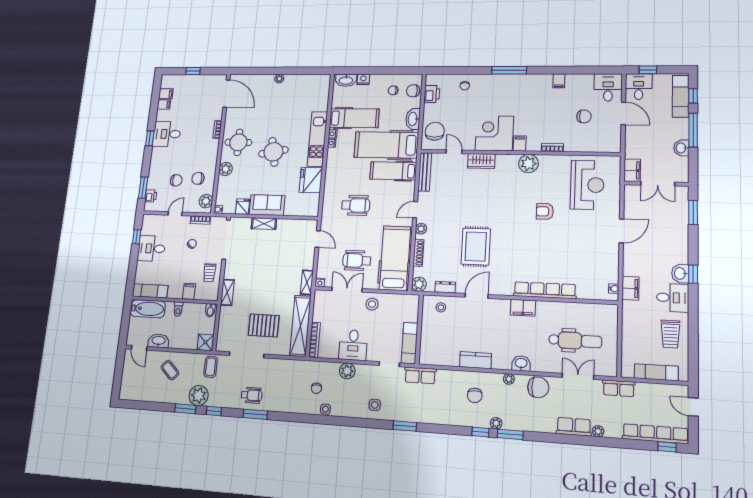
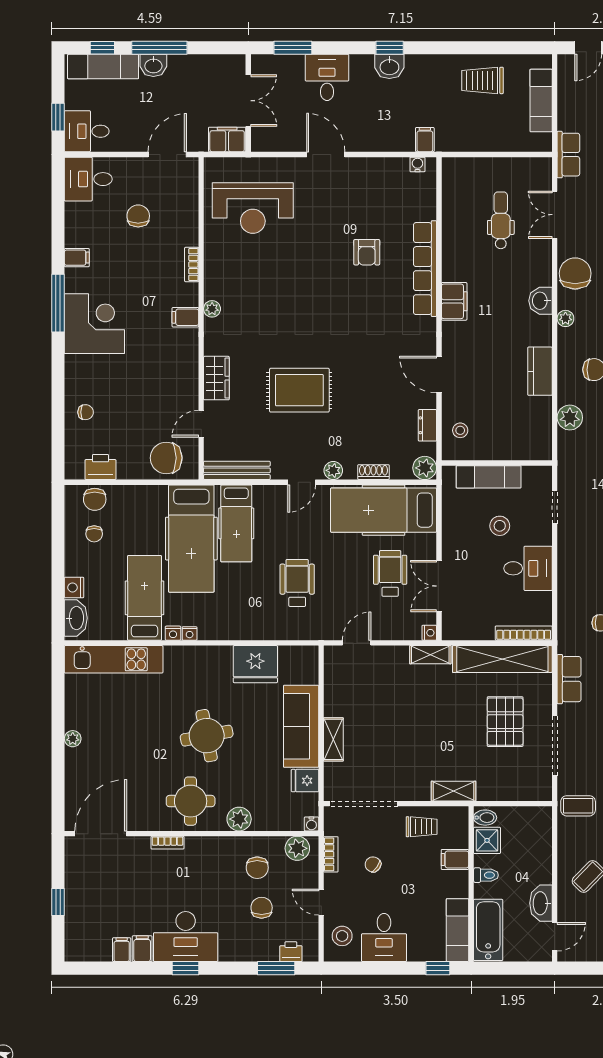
window: (509, 70) -> (58, 303), moved
filing cabinet: (166, 94) -> (142, 949), moved
door: (623, 113) -> (167, 154), moved
washbasin: (413, 119) -> (145, 496), removed
corner desk: (494, 133) -> (94, 324), moved, turned 180
desk: (167, 134) -> (186, 937), width x1.37
kitchen unit: (317, 139) -> (114, 659), moved
washbasin: (681, 148) -> (153, 65), moved
plant: (529, 164) -> (212, 309), width x0.53, depth x0.53
reception desk: (587, 185) -> (253, 208), turned 180
sofa: (267, 205) -> (301, 726), width x1.36
door: (415, 210) -> (302, 482), hinge flipped
armchair: (545, 211) -> (367, 252), moved
stool: (155, 225) -> (342, 936), added
window: (137, 237) -> (438, 968), moved
rug: (476, 247) -> (299, 390), moved
shoe rack: (418, 253) -> (373, 472), width x0.70
wheelchair: (357, 260) -> (390, 573), turned 180
filing cabinet: (630, 288) -> (425, 140), width x0.50
desk: (673, 298) -> (327, 77), moved
stool: (372, 304) -> (500, 526), moved
trolley: (670, 334) -> (483, 80), turned 180
dental chair: (575, 341) -> (501, 220), width x0.73, depth x0.72
shower: (206, 342) -> (487, 840), moved
exam couch: (410, 343) -> (489, 477), moved
plant: (347, 371) -> (570, 418), moved
row of seats: (420, 375) -> (569, 679), moved

